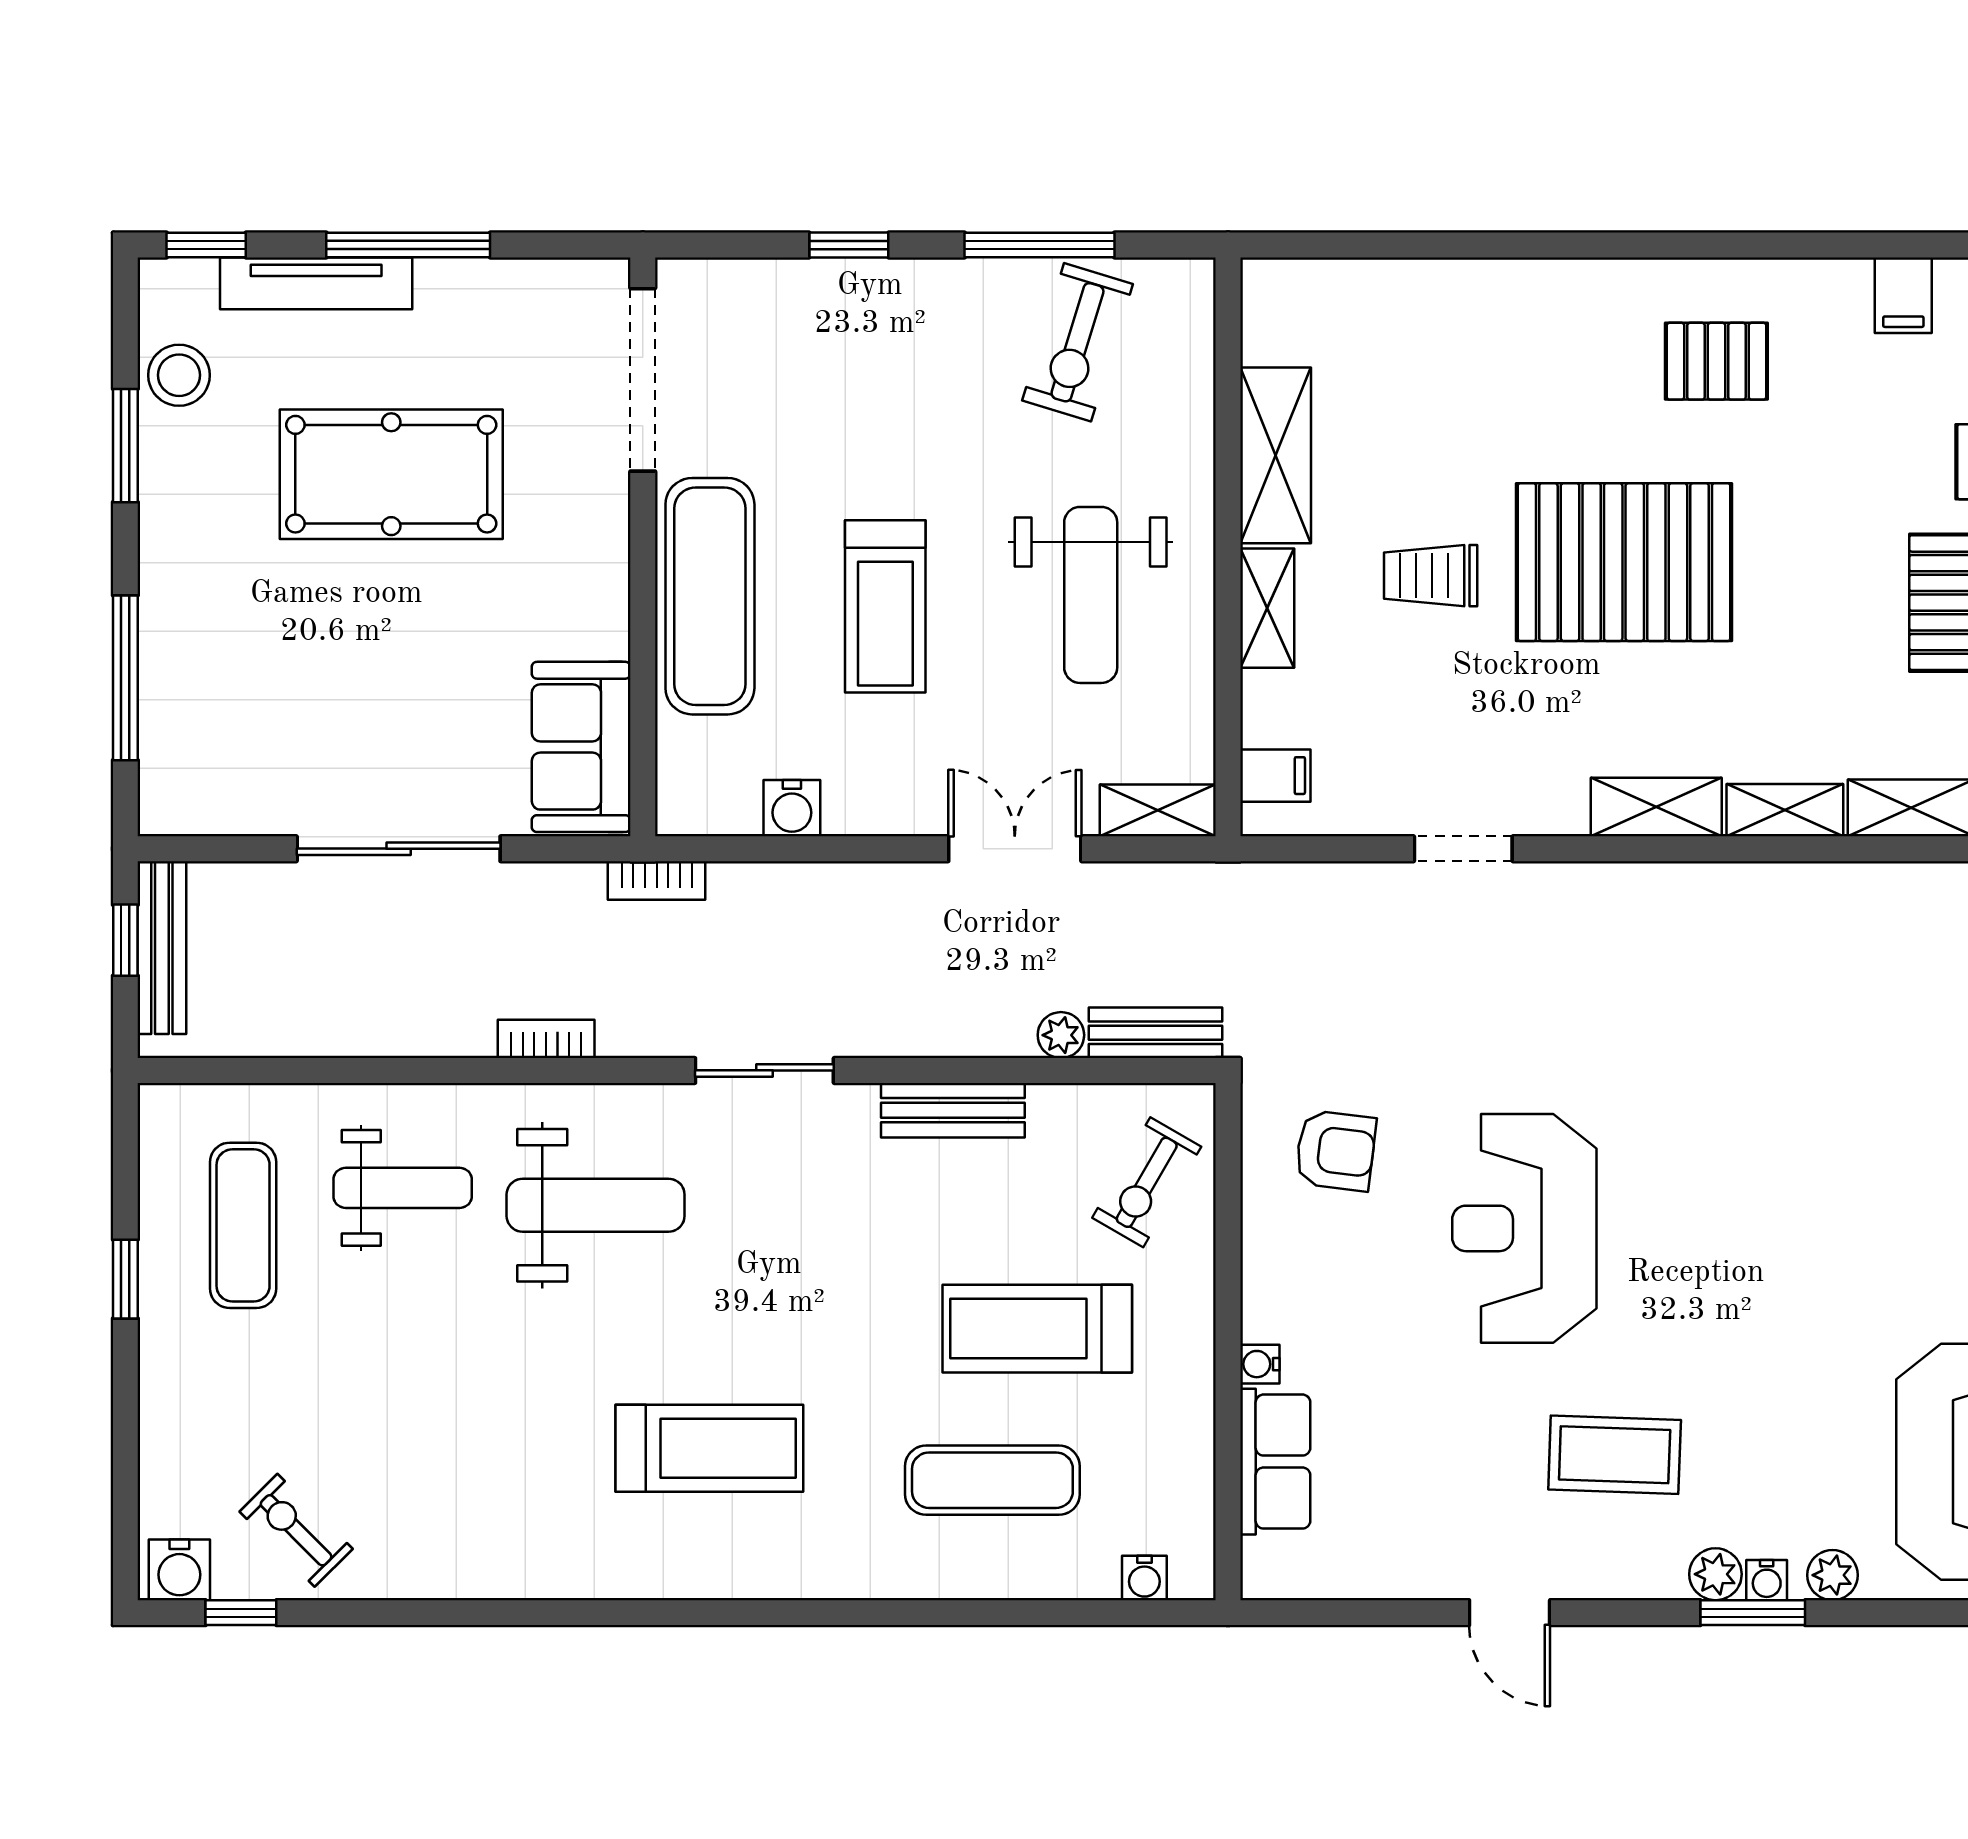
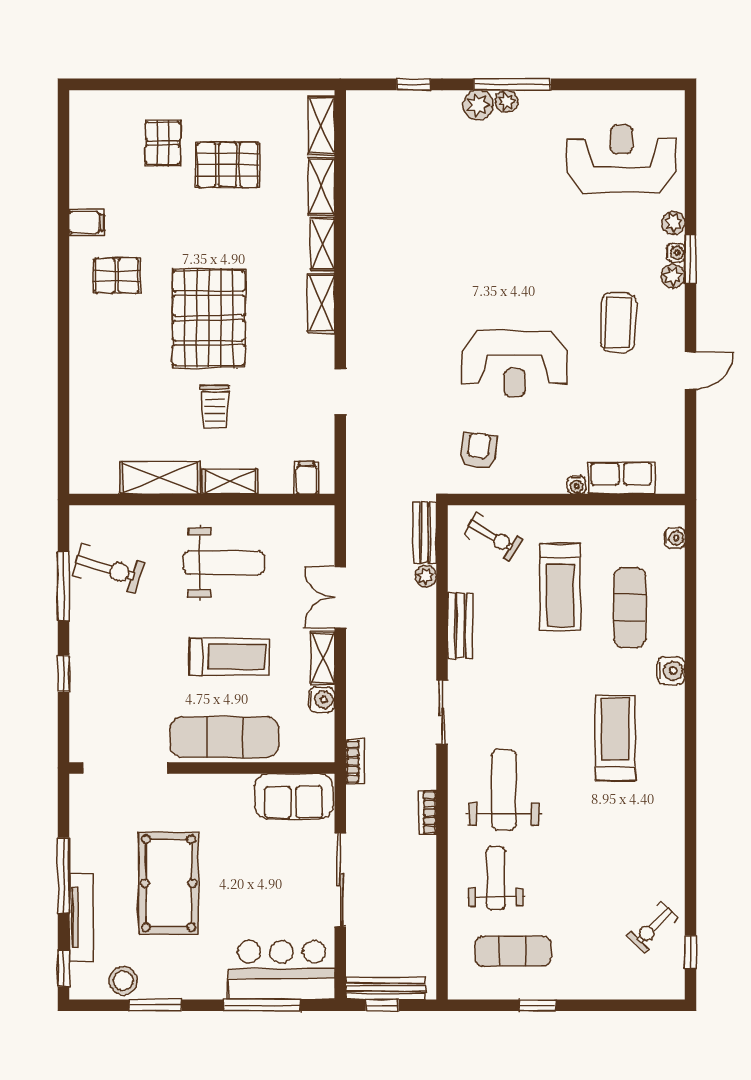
filing cabinet: (1903, 295) -> (87, 222), moved
pallet: (1716, 361) -> (117, 276), turned 90
bar counter: (202, 720) -> (281, 970), added
shelving: (1158, 810) -> (323, 658), moved
water cooler: (179, 1570) -> (671, 671), moved

